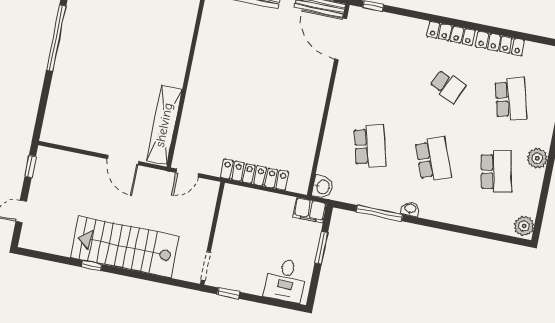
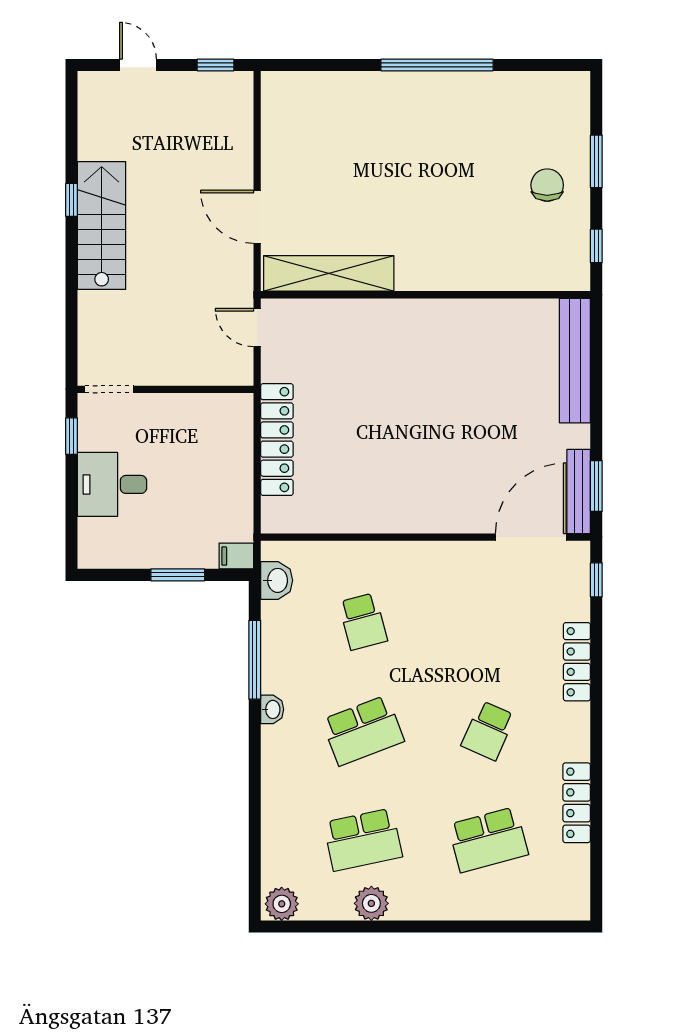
locker: (451, 33) -> (577, 662), moved
school desk: (370, 146) -> (363, 621), width x0.54
plant: (537, 158) -> (371, 903), moved
door: (123, 160) -> (257, 217), hinge flipped
washbasin: (323, 187) -> (277, 580), moved, turned -90
filing cabinet: (310, 210) -> (236, 556), width x0.50
stairs: (125, 247) -> (102, 226), width x0.73, depth x0.66
desk: (285, 280) -> (112, 484), moved

